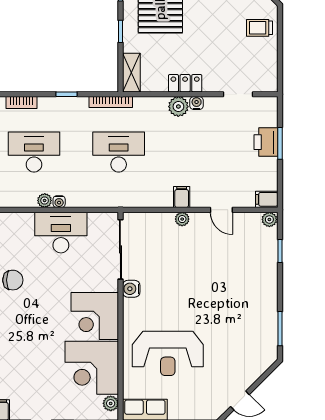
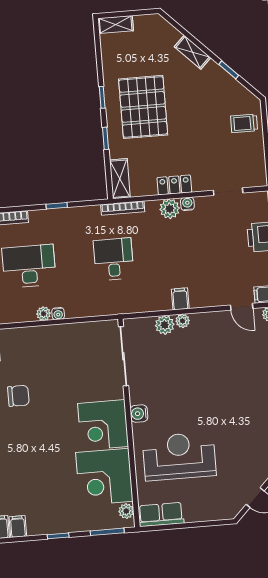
bookcase: (111, 102) -> (123, 208), moved
desk: (119, 152) -> (114, 259), width x0.73
door: (221, 210) -> (242, 307), moved
plant: (164, 222) -> (165, 325), added
desk: (61, 233) -> (62, 344), removed
water cooler: (131, 289) -> (139, 414), moved
reception desk: (168, 353) -> (179, 456), turned 180

